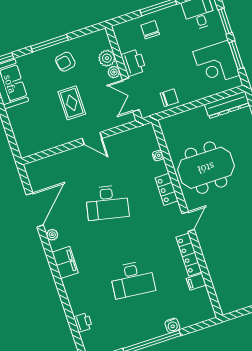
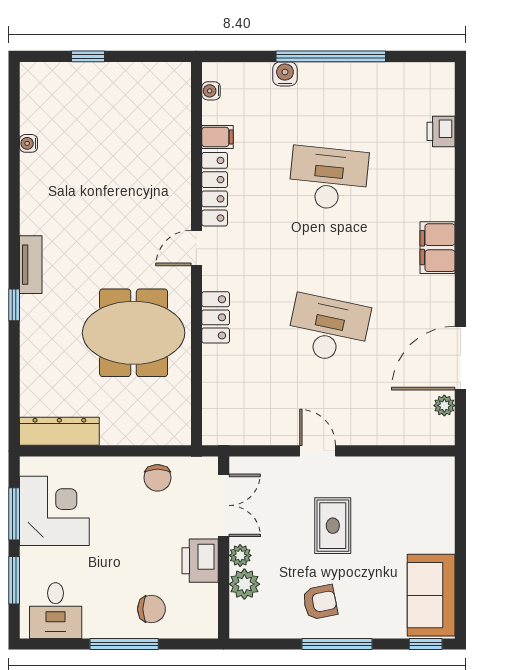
chair: (150, 30) -> (151, 609), turned -90
chair: (169, 98) -> (157, 478), turned -90
water cooler: (158, 156) -> (211, 91), moved
plant: (52, 235) -> (444, 406), moved

